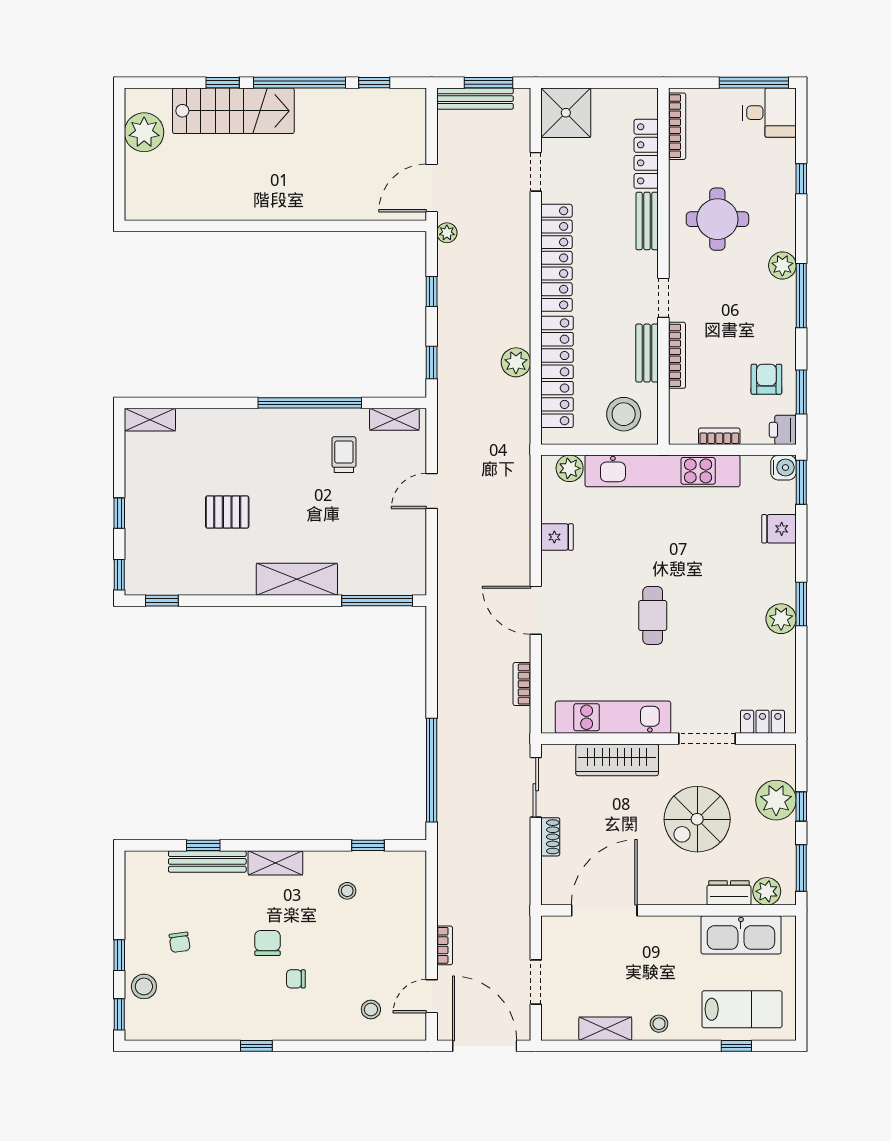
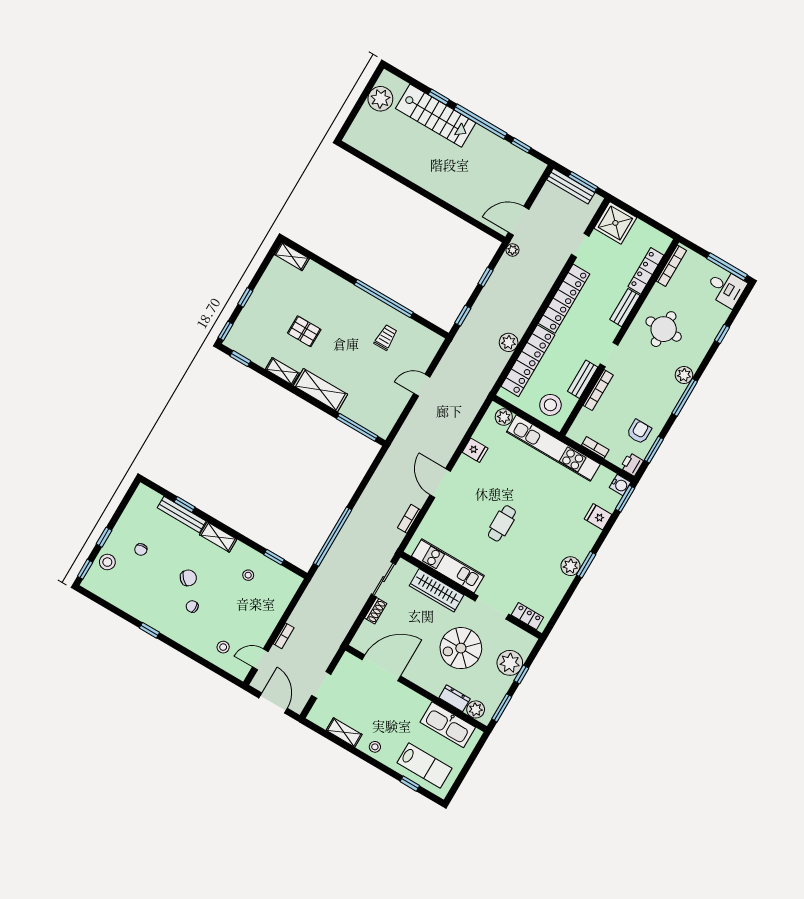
shelving: (394, 419) -> (282, 371), moved
chair: (267, 943) -> (188, 578), turned 46
door: (485, 1046) -> (273, 703), width x0.73

